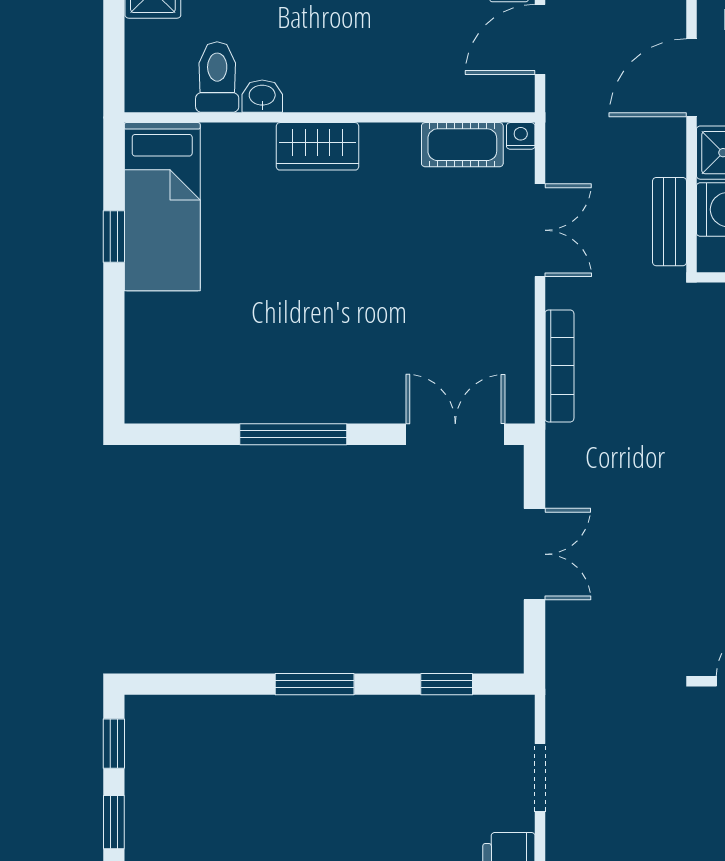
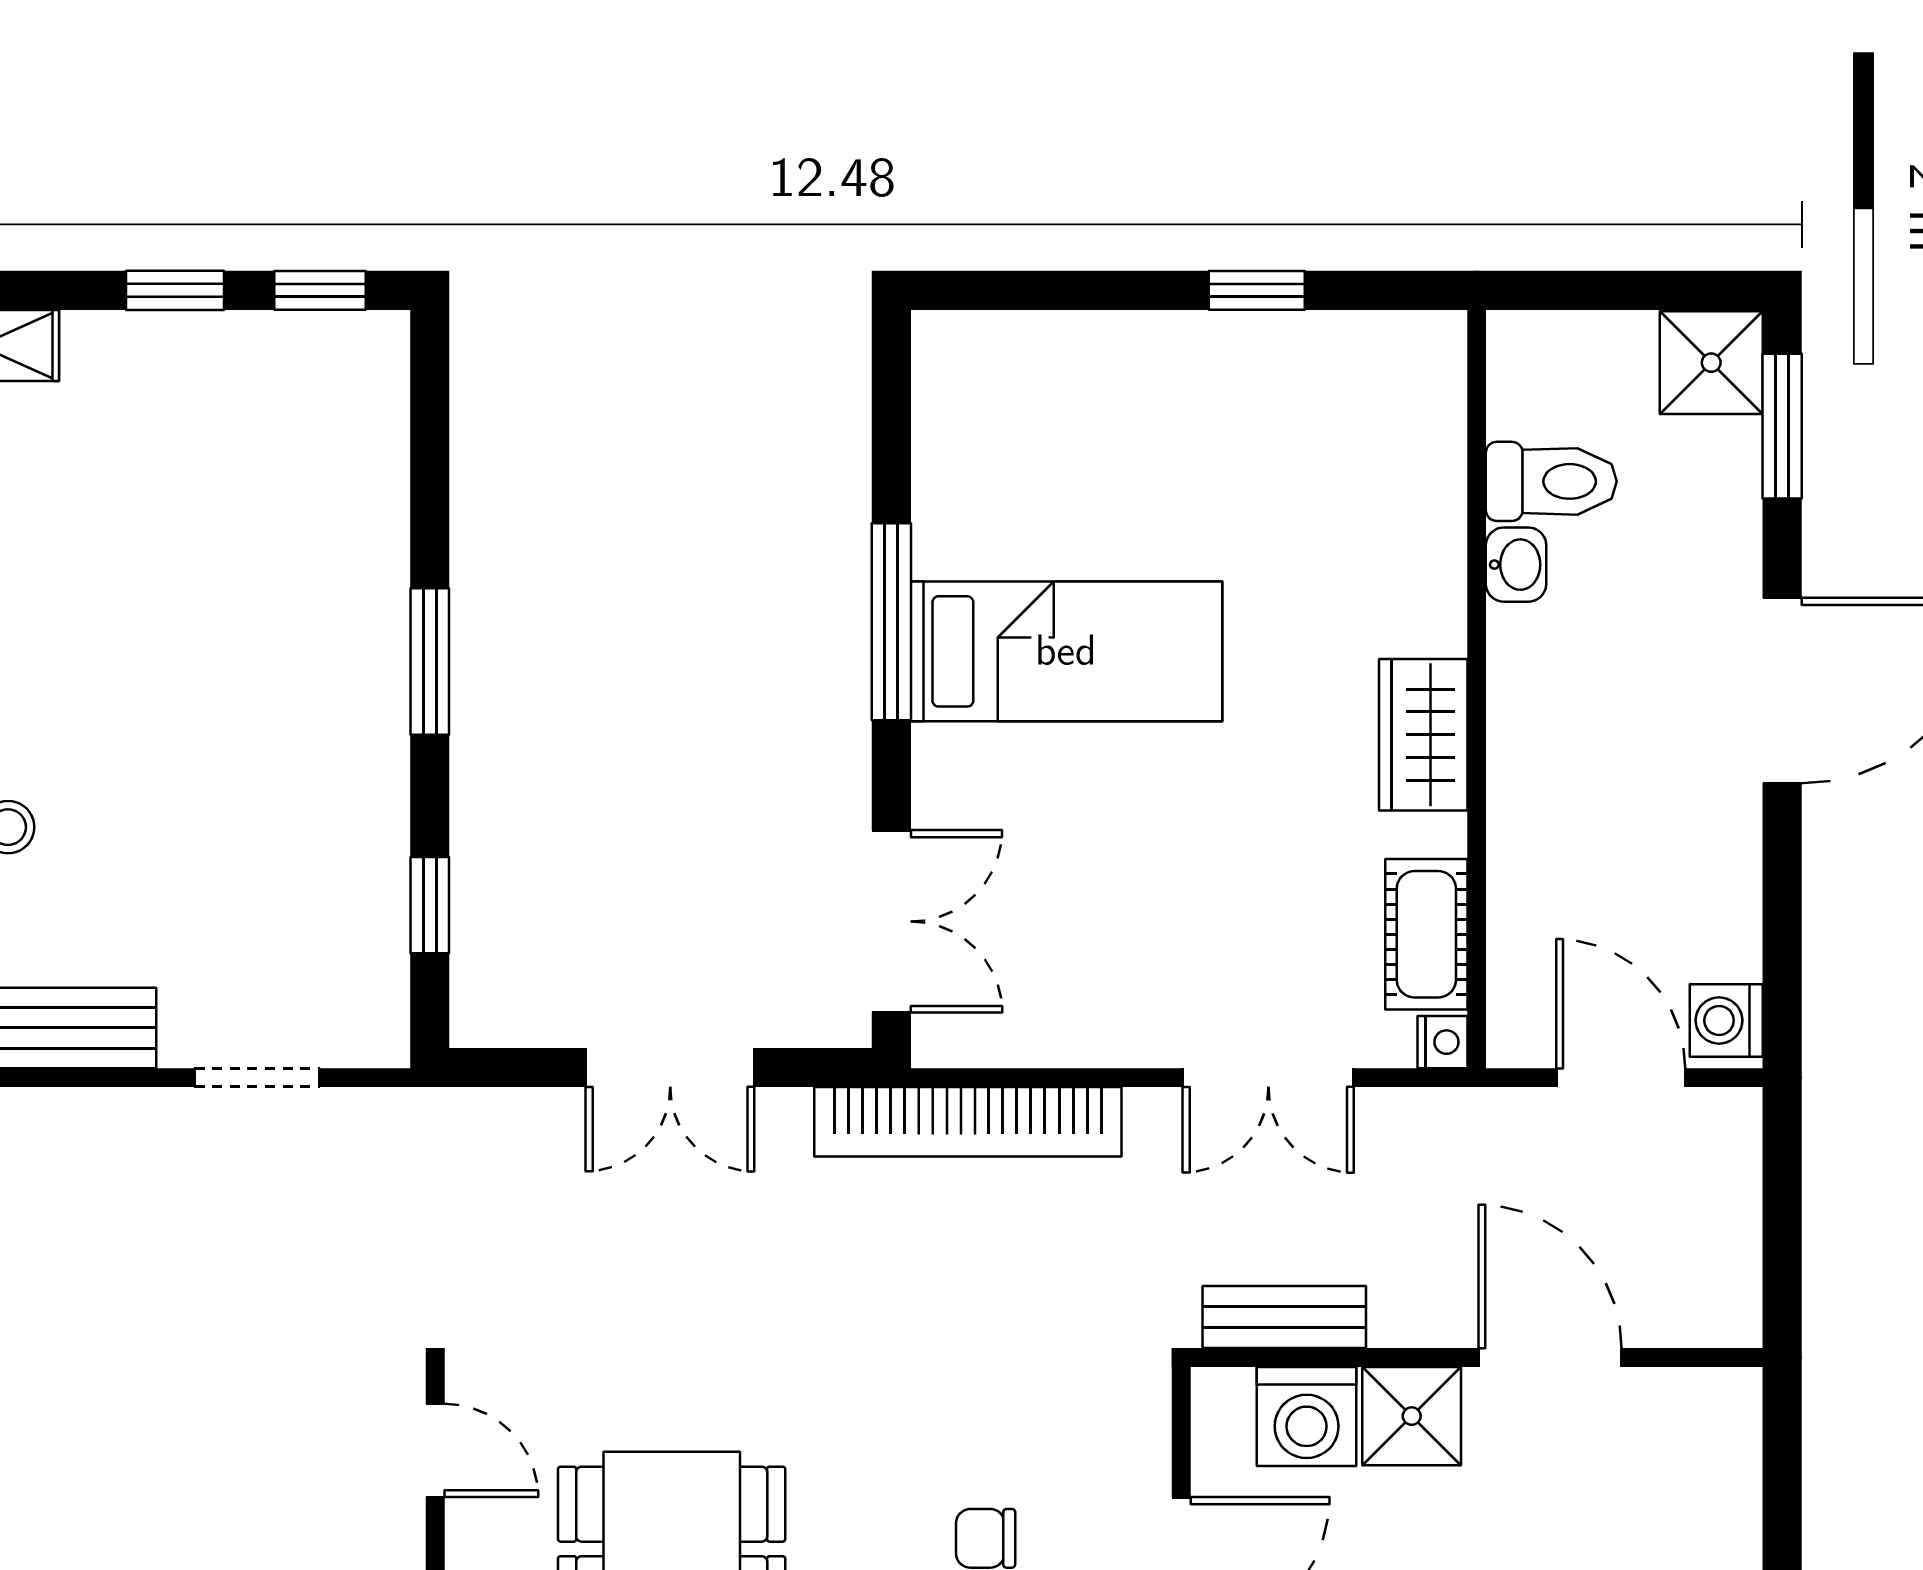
wardrobe: (318, 146) -> (1423, 735), moved
bed: (162, 207) -> (1066, 651), moved, turned 180
bookcase: (559, 366) -> (968, 1122), width x1.48, depth x1.31

